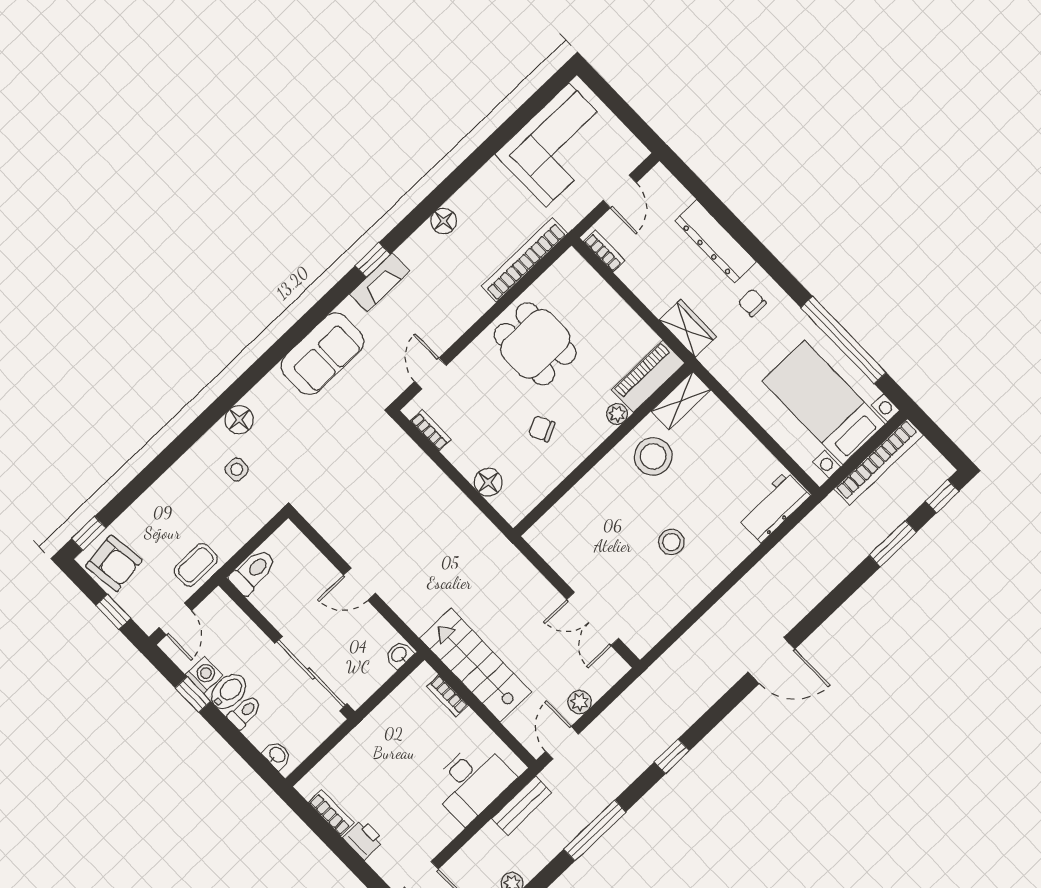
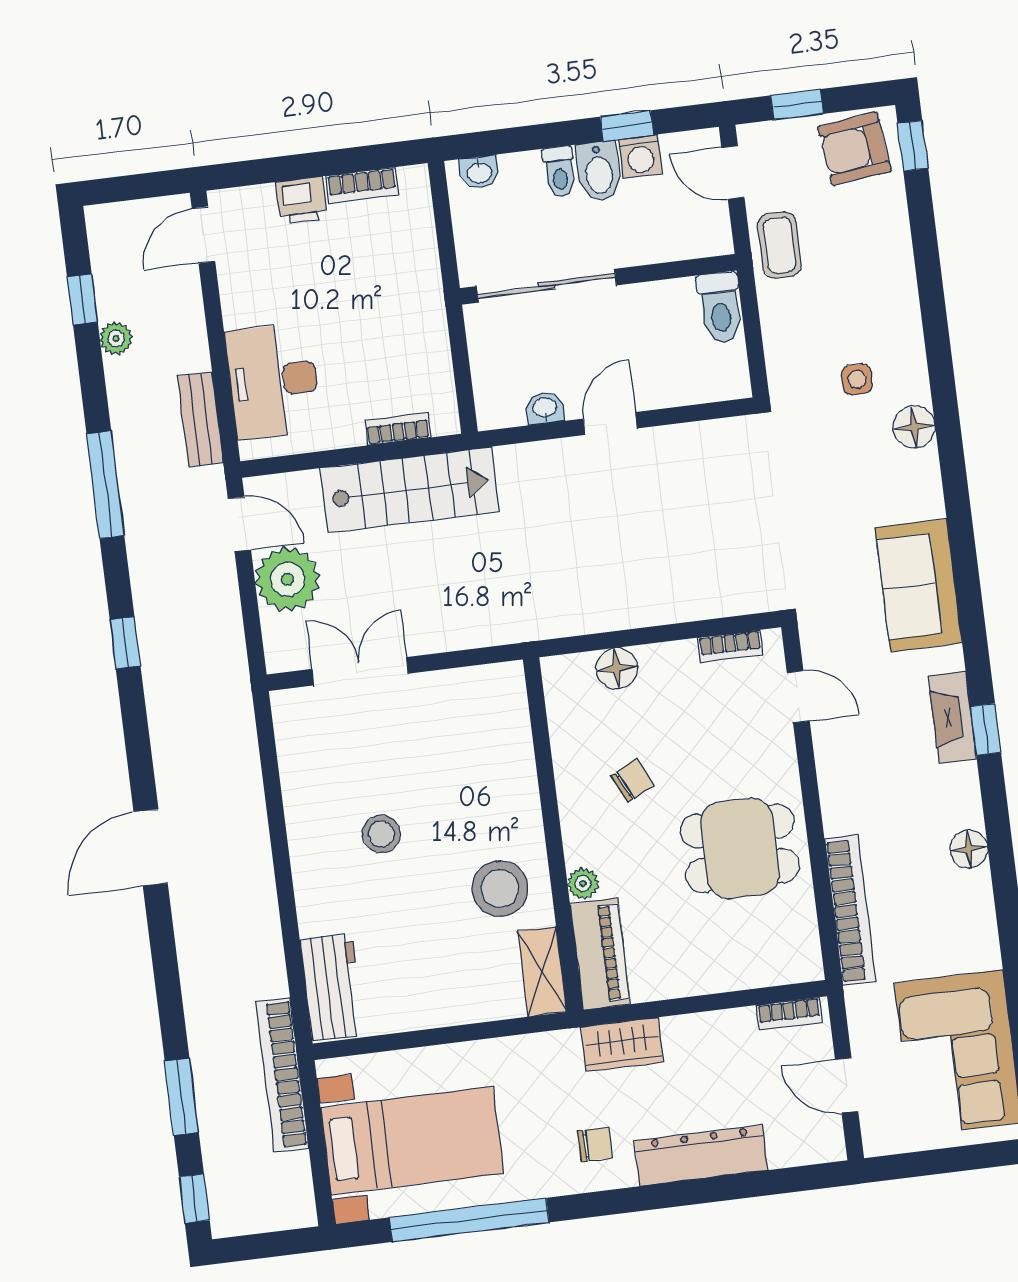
bookcase: (879, 462) -> (282, 1075), moved
washbasin: (399, 655) -> (545, 408), moved, turned -90
plant: (580, 702) -> (288, 579), width x1.87, depth x1.87

